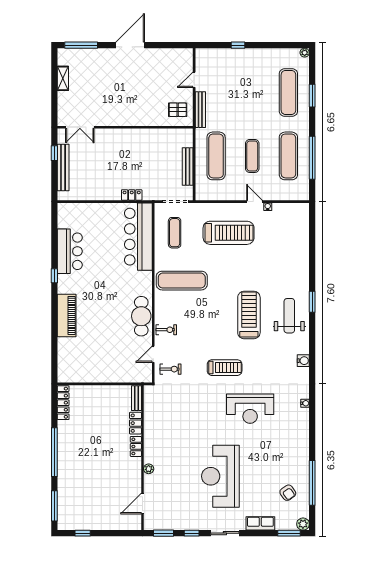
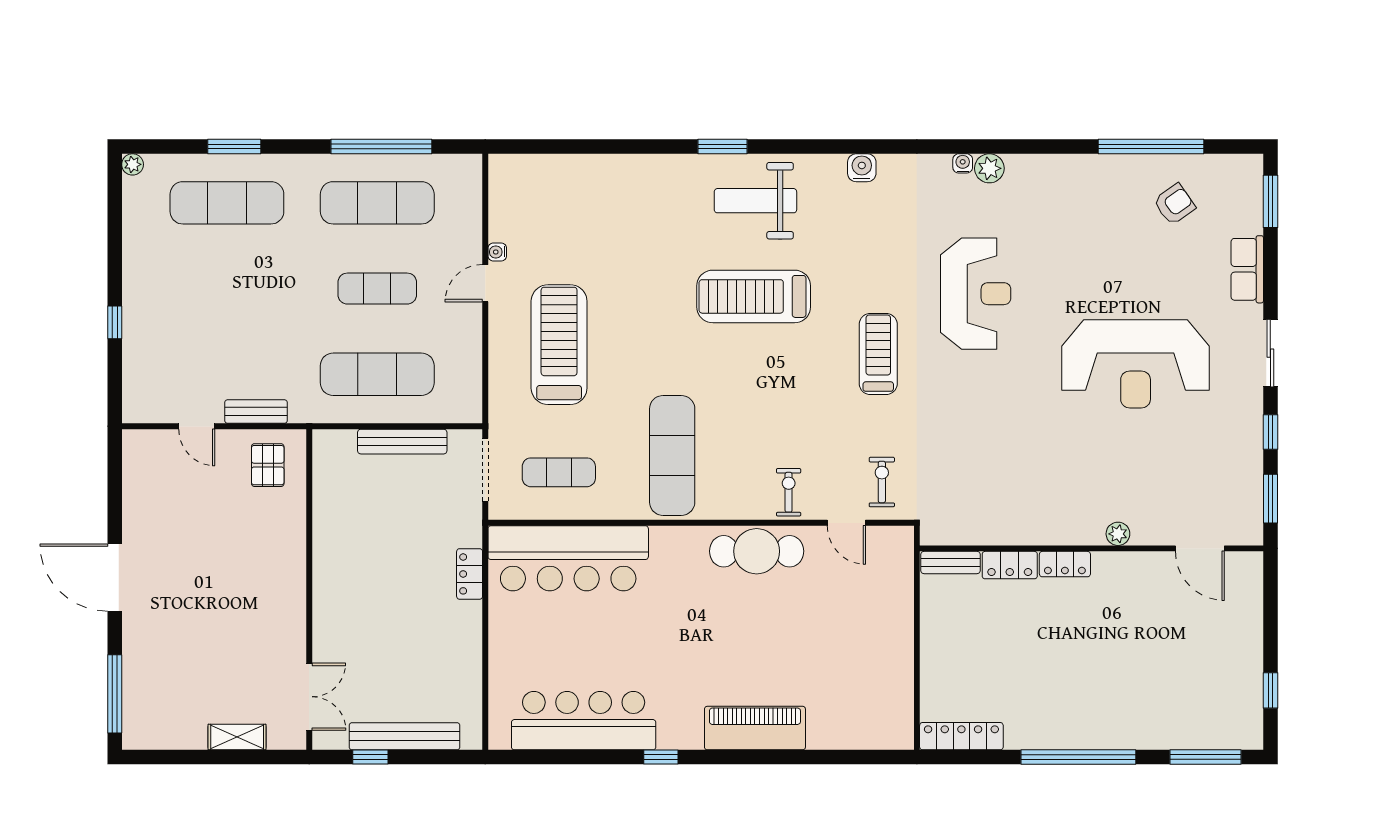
shelving: (63, 78) -> (237, 737), moved
bench: (200, 110) -> (256, 412), width x0.73
bar counter: (70, 251) -> (584, 721), width x1.36
plant: (303, 524) -> (989, 168), moved

